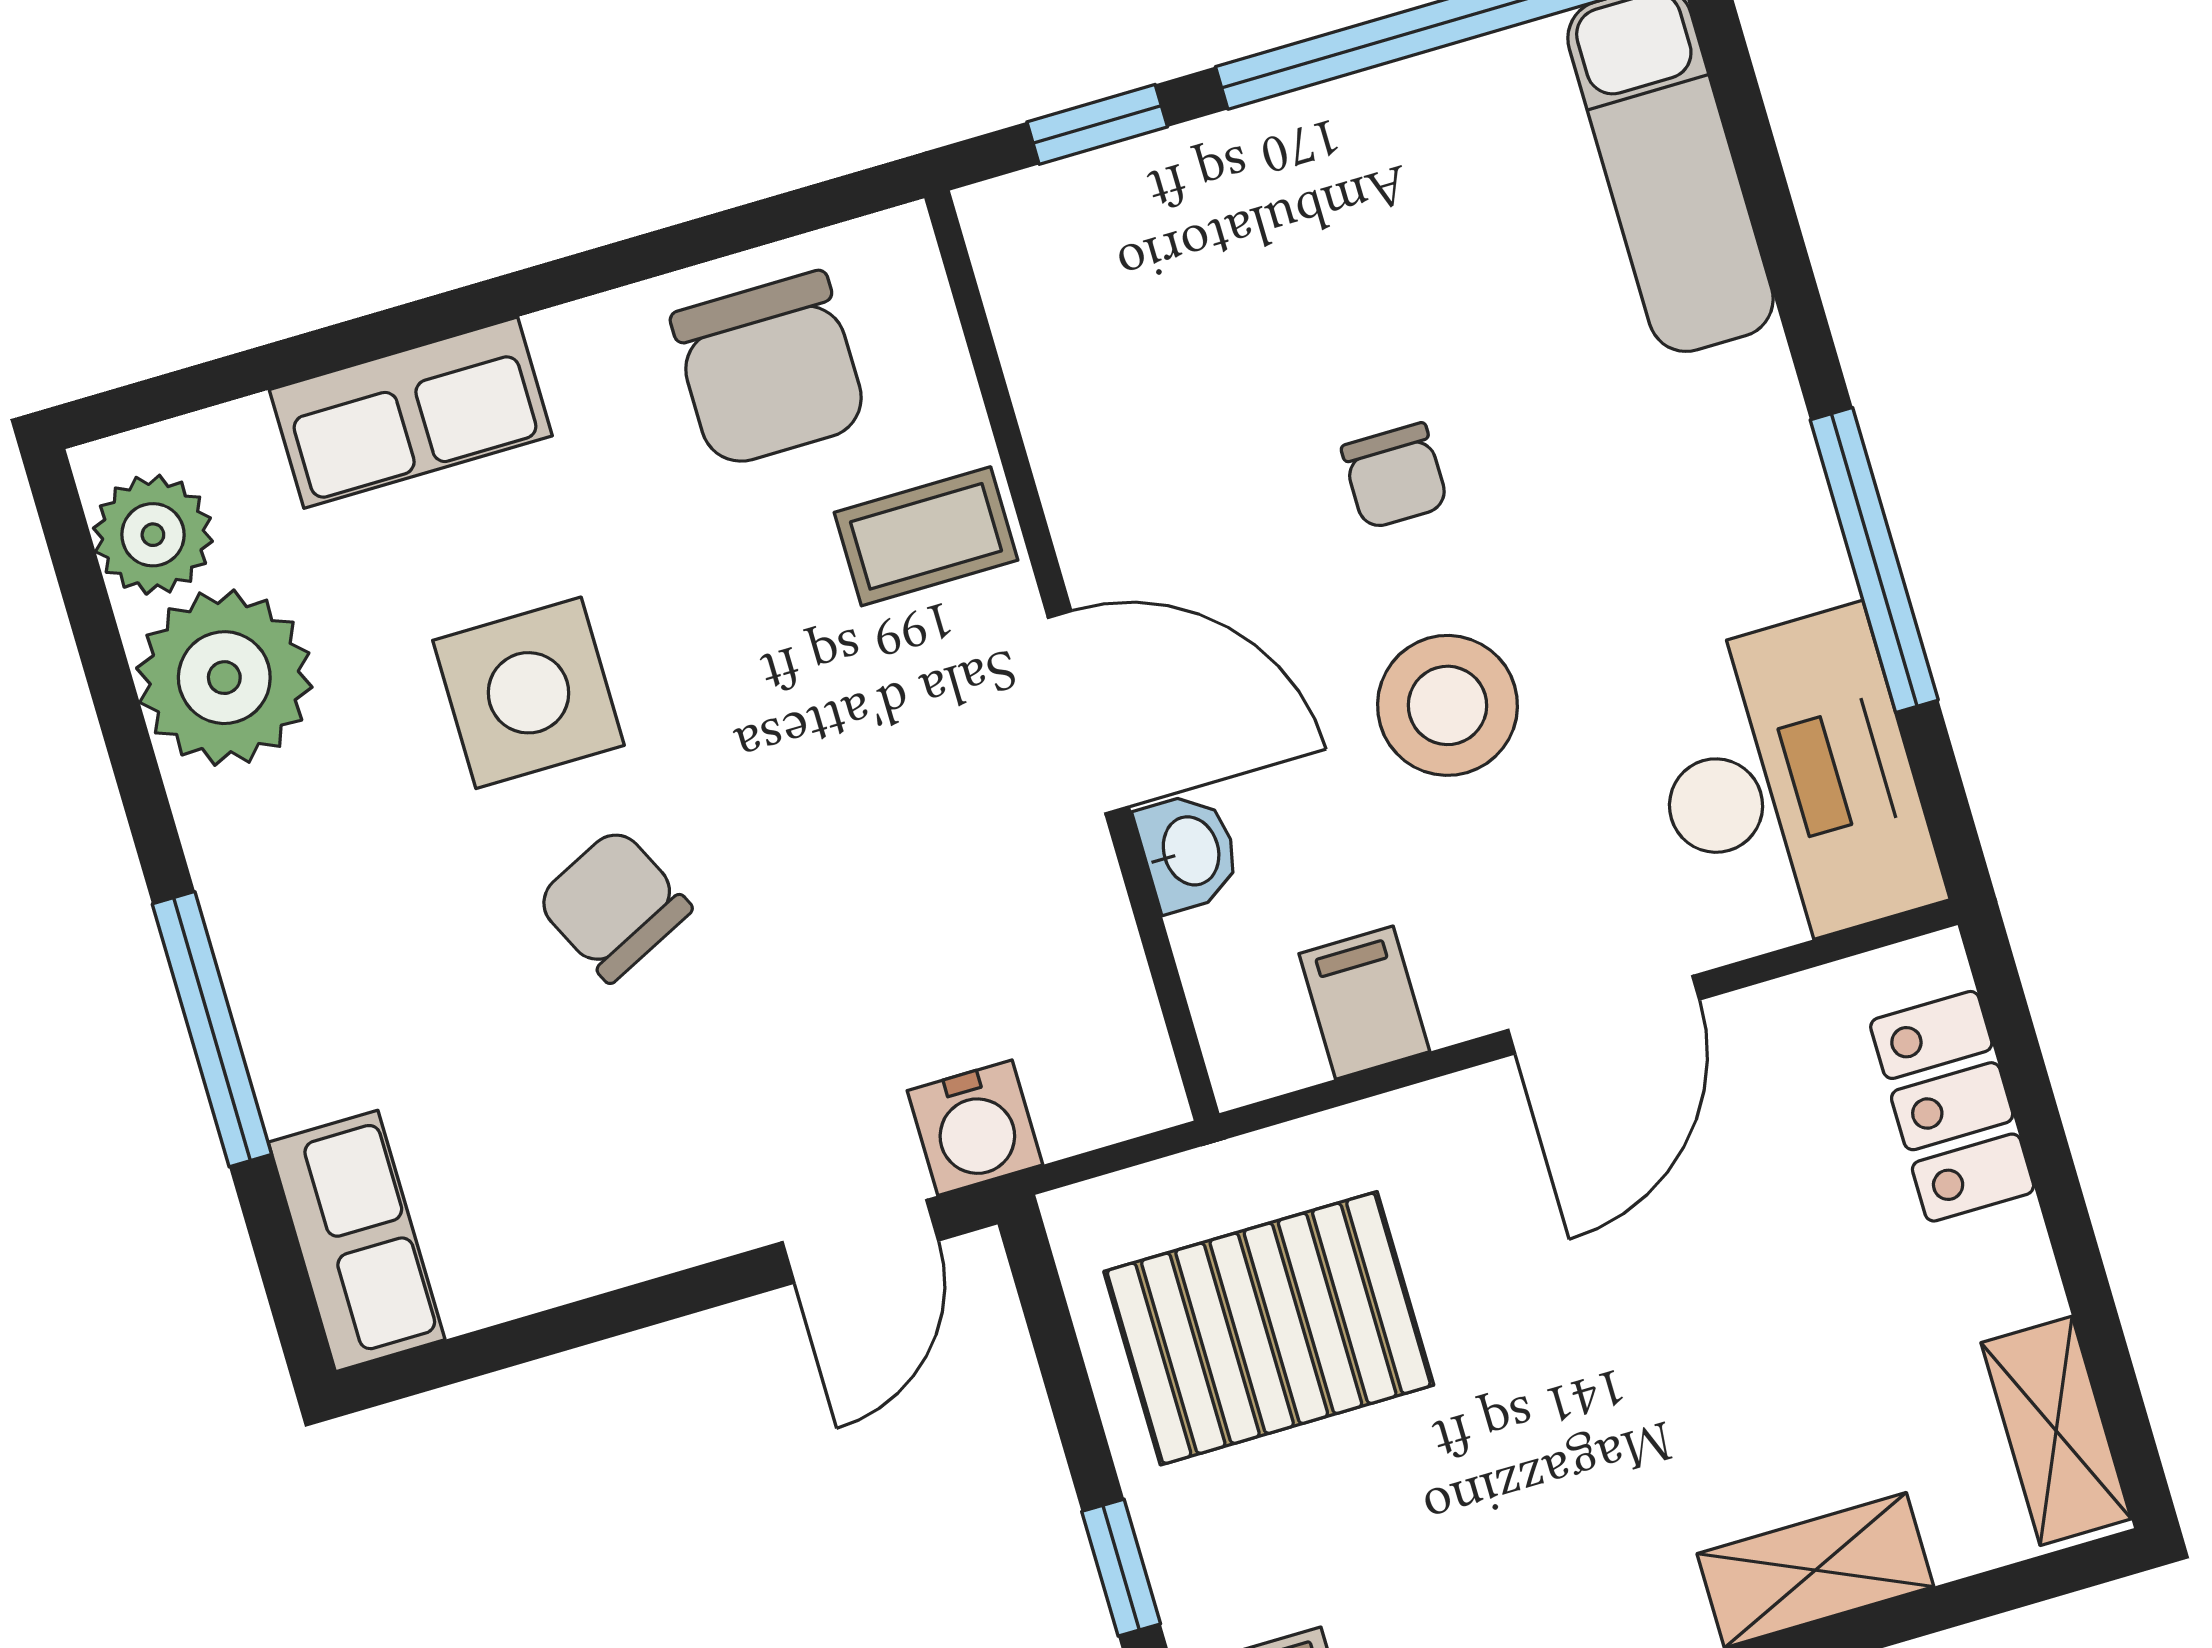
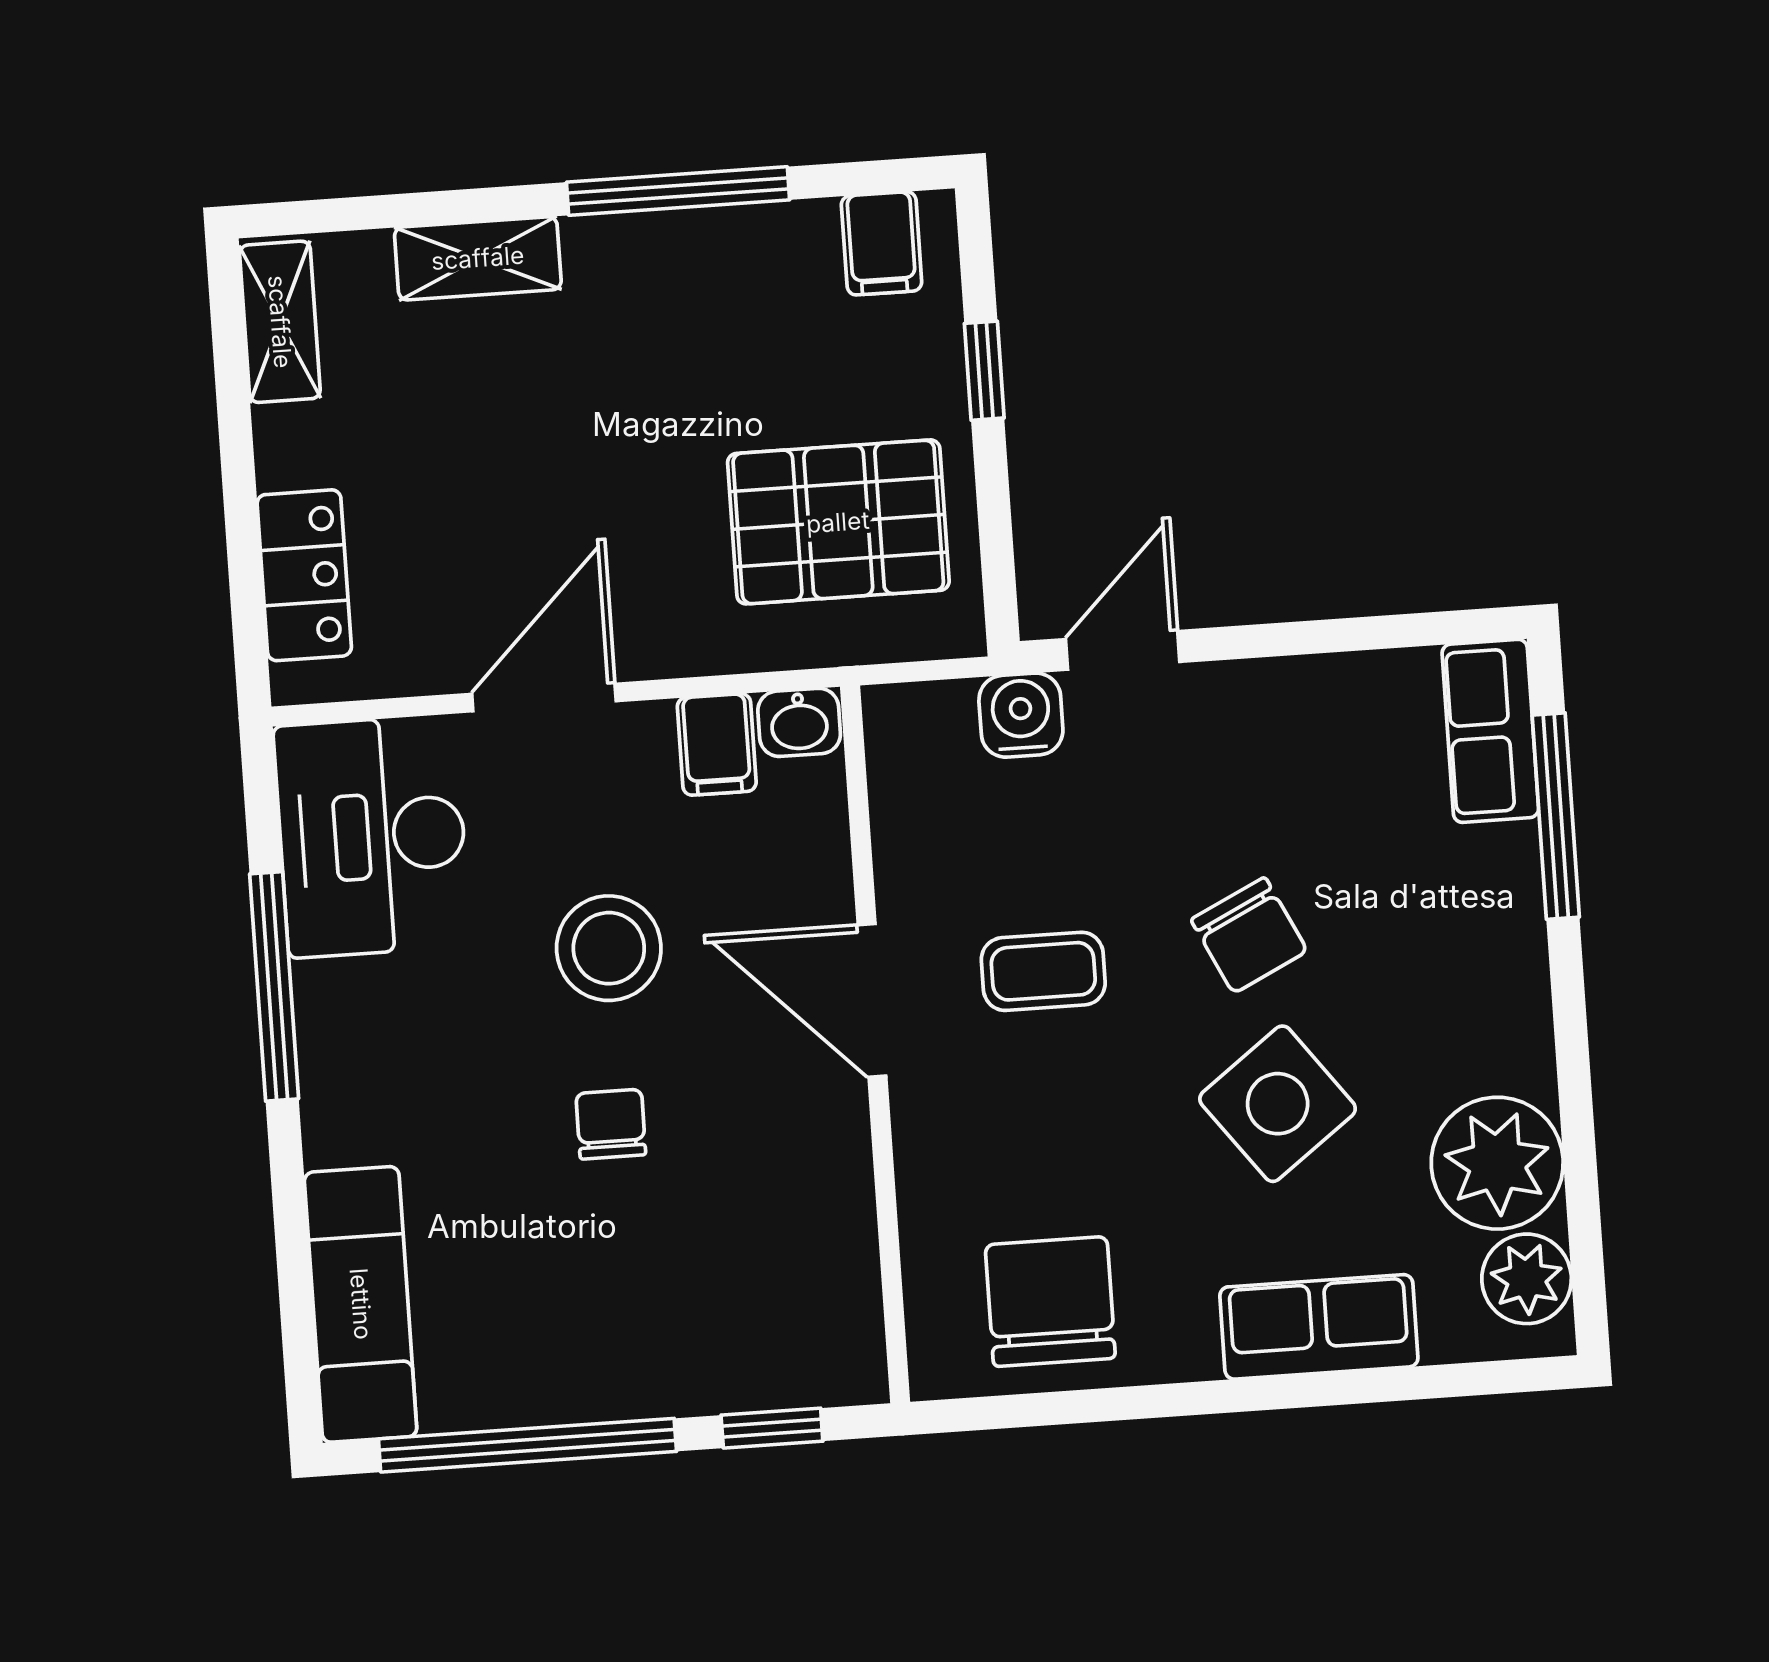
coffee table: (926, 536) -> (1043, 971), moved
side table: (529, 693) -> (1278, 1104), turned -37
washbasin: (1189, 852) -> (799, 722), moved, turned -90
window: (212, 1029) -> (1556, 816), moved

